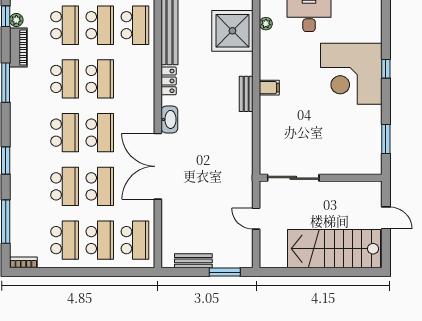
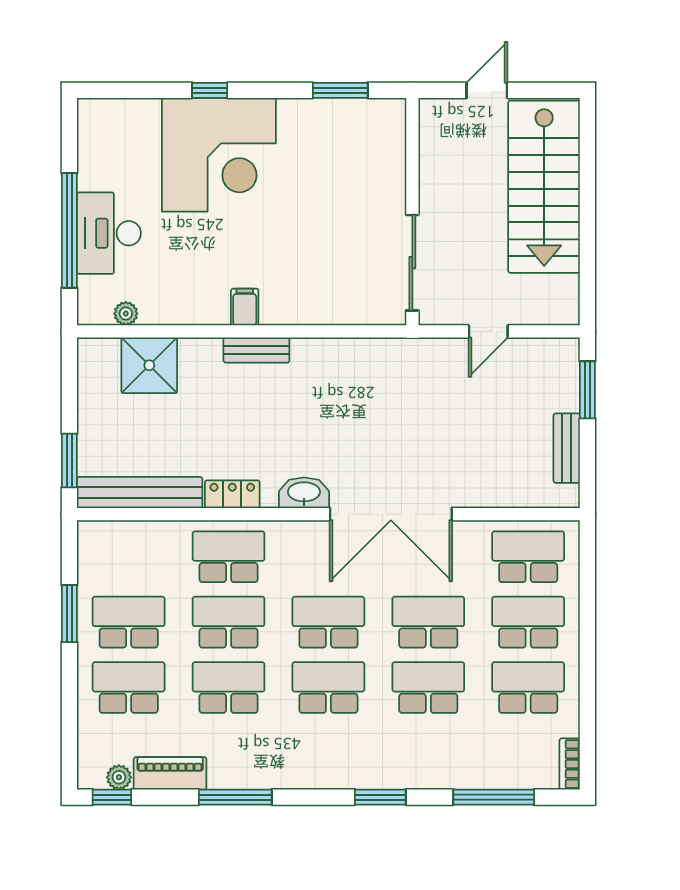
school desk: (135, 25) -> (229, 557), moved
shower: (232, 31) -> (149, 365), width x0.73, depth x0.73

